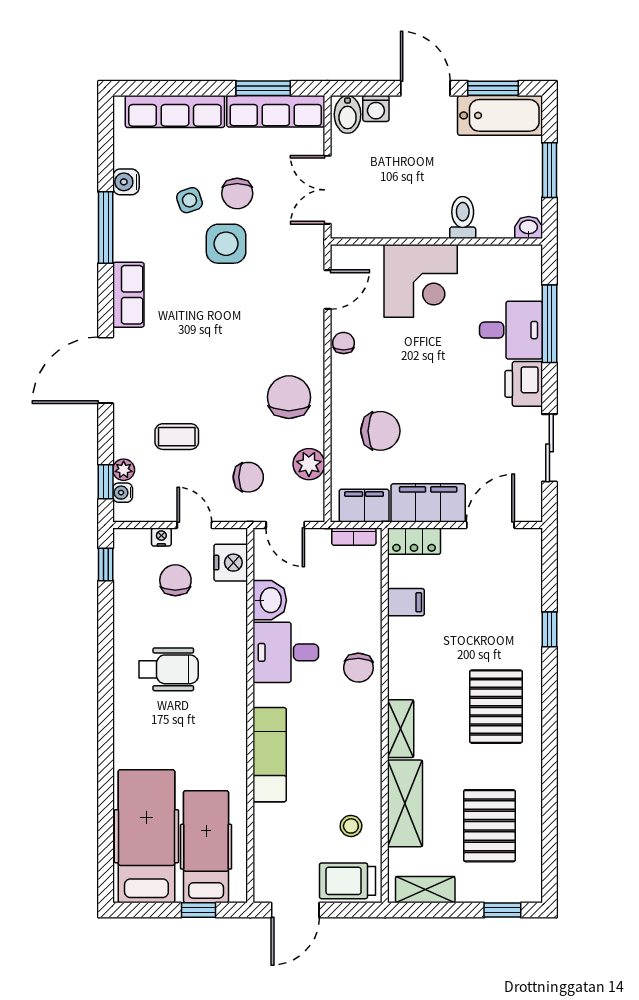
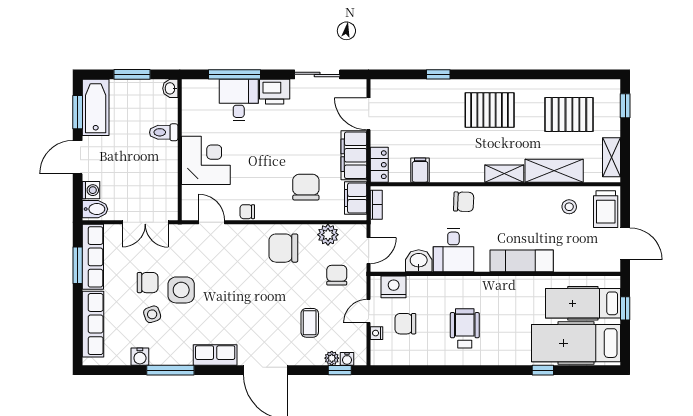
window: (106, 564) -> (543, 370), moved

